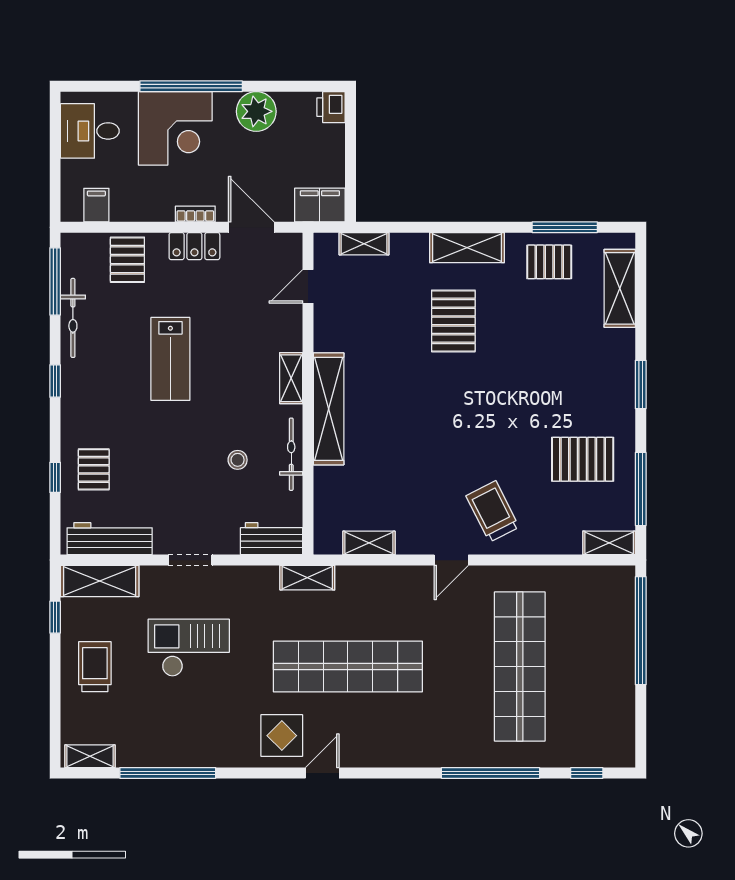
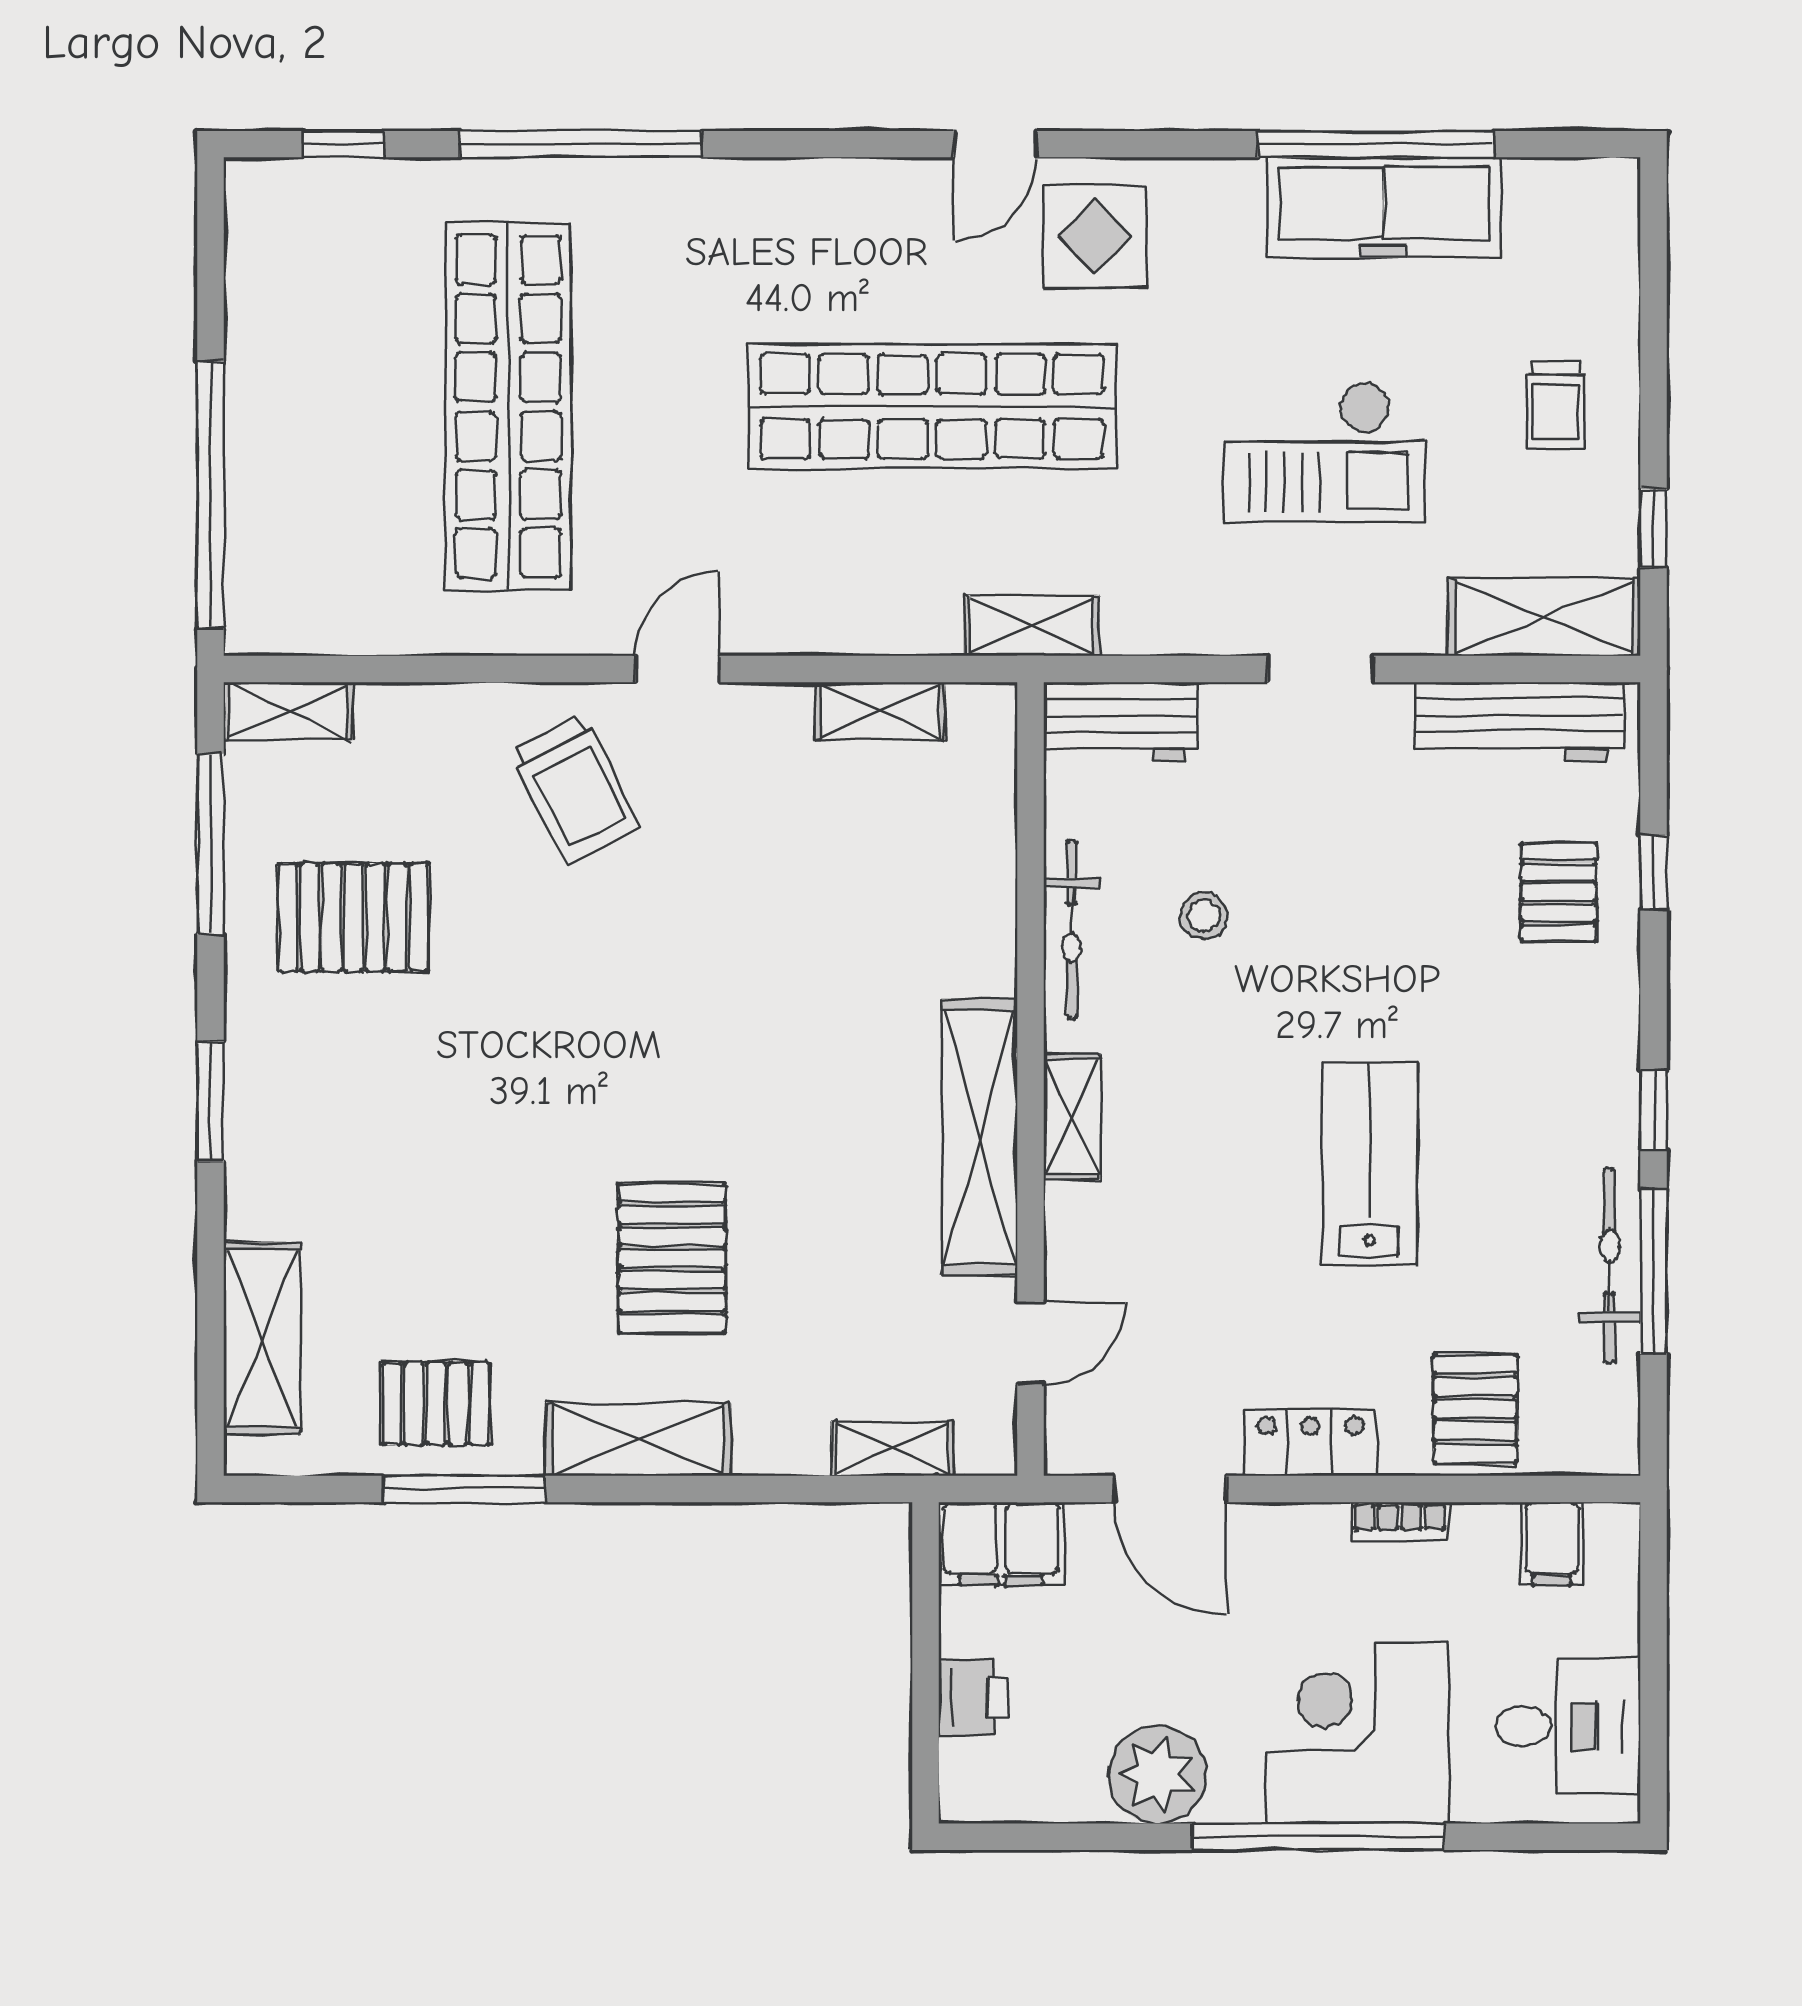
printer: (331, 107) -> (973, 1697), moved
bookcase: (195, 214) -> (1400, 1522), moved
window: (565, 227) -> (464, 1489), moved
window: (55, 281) -> (1654, 1271), moved
shelving: (329, 409) -> (980, 1137), moved
trolley: (95, 667) -> (1556, 406), width x0.73, depth x0.72
freezer: (165, 747) -> (1384, 207), added
shelving: (90, 756) -> (1568, 185), removed

